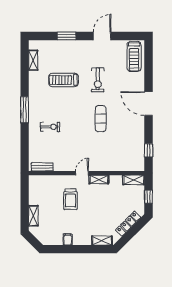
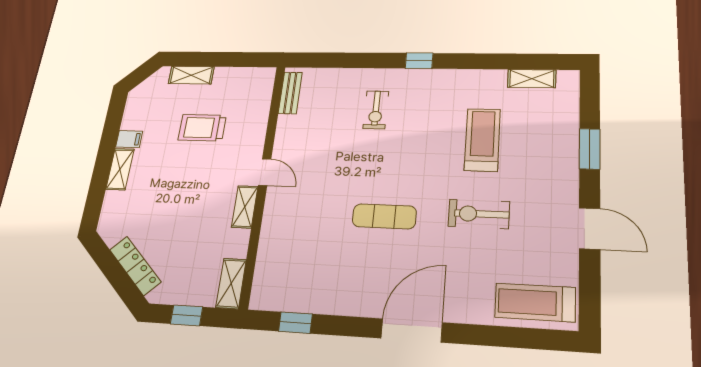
window: (25, 110) -> (419, 61), width x0.46
trolley: (70, 199) -> (202, 128), moved
shelving: (102, 241) -> (120, 169), moved

